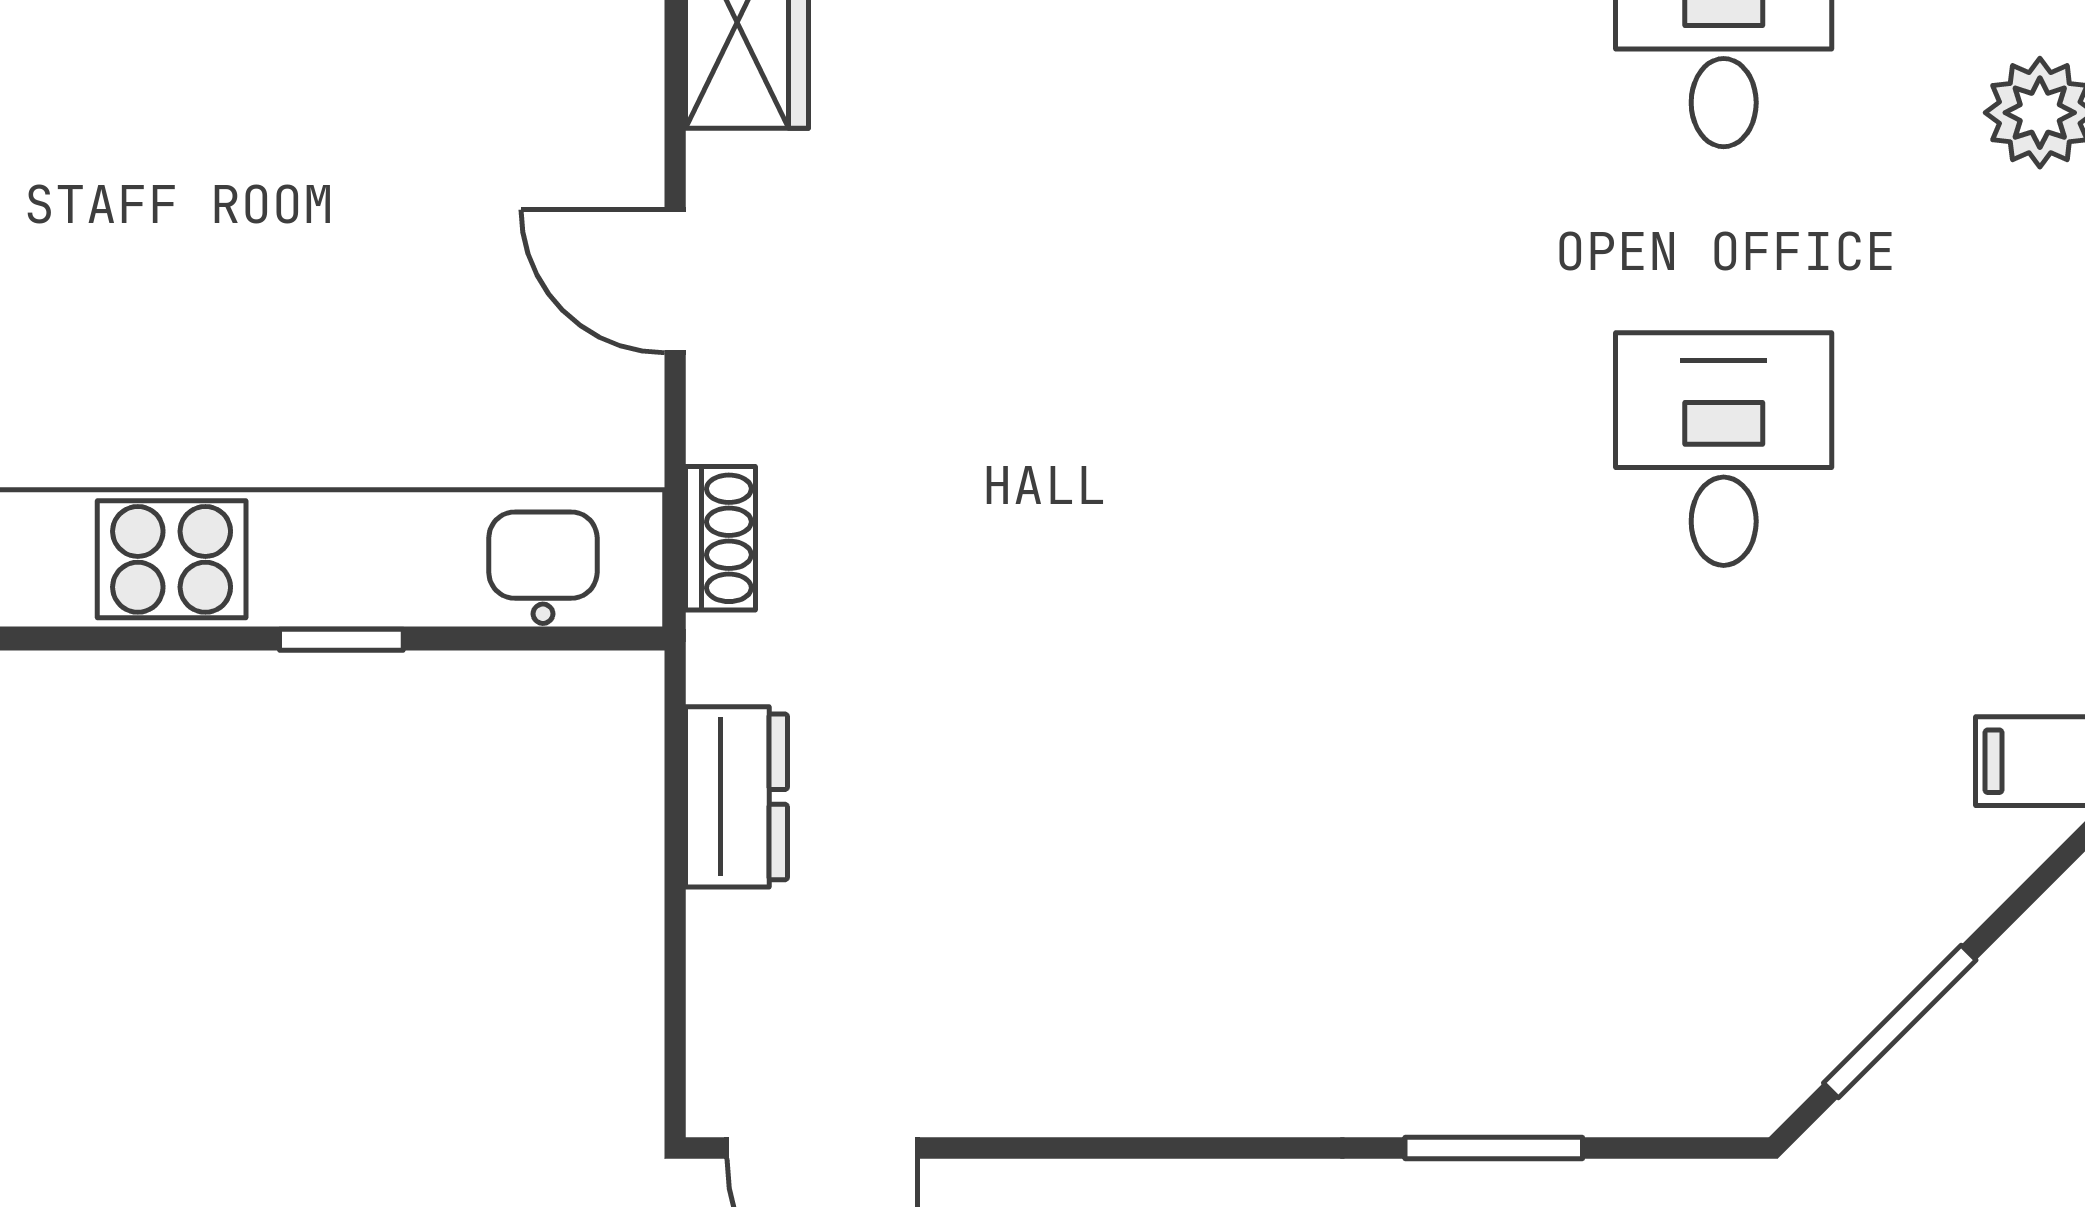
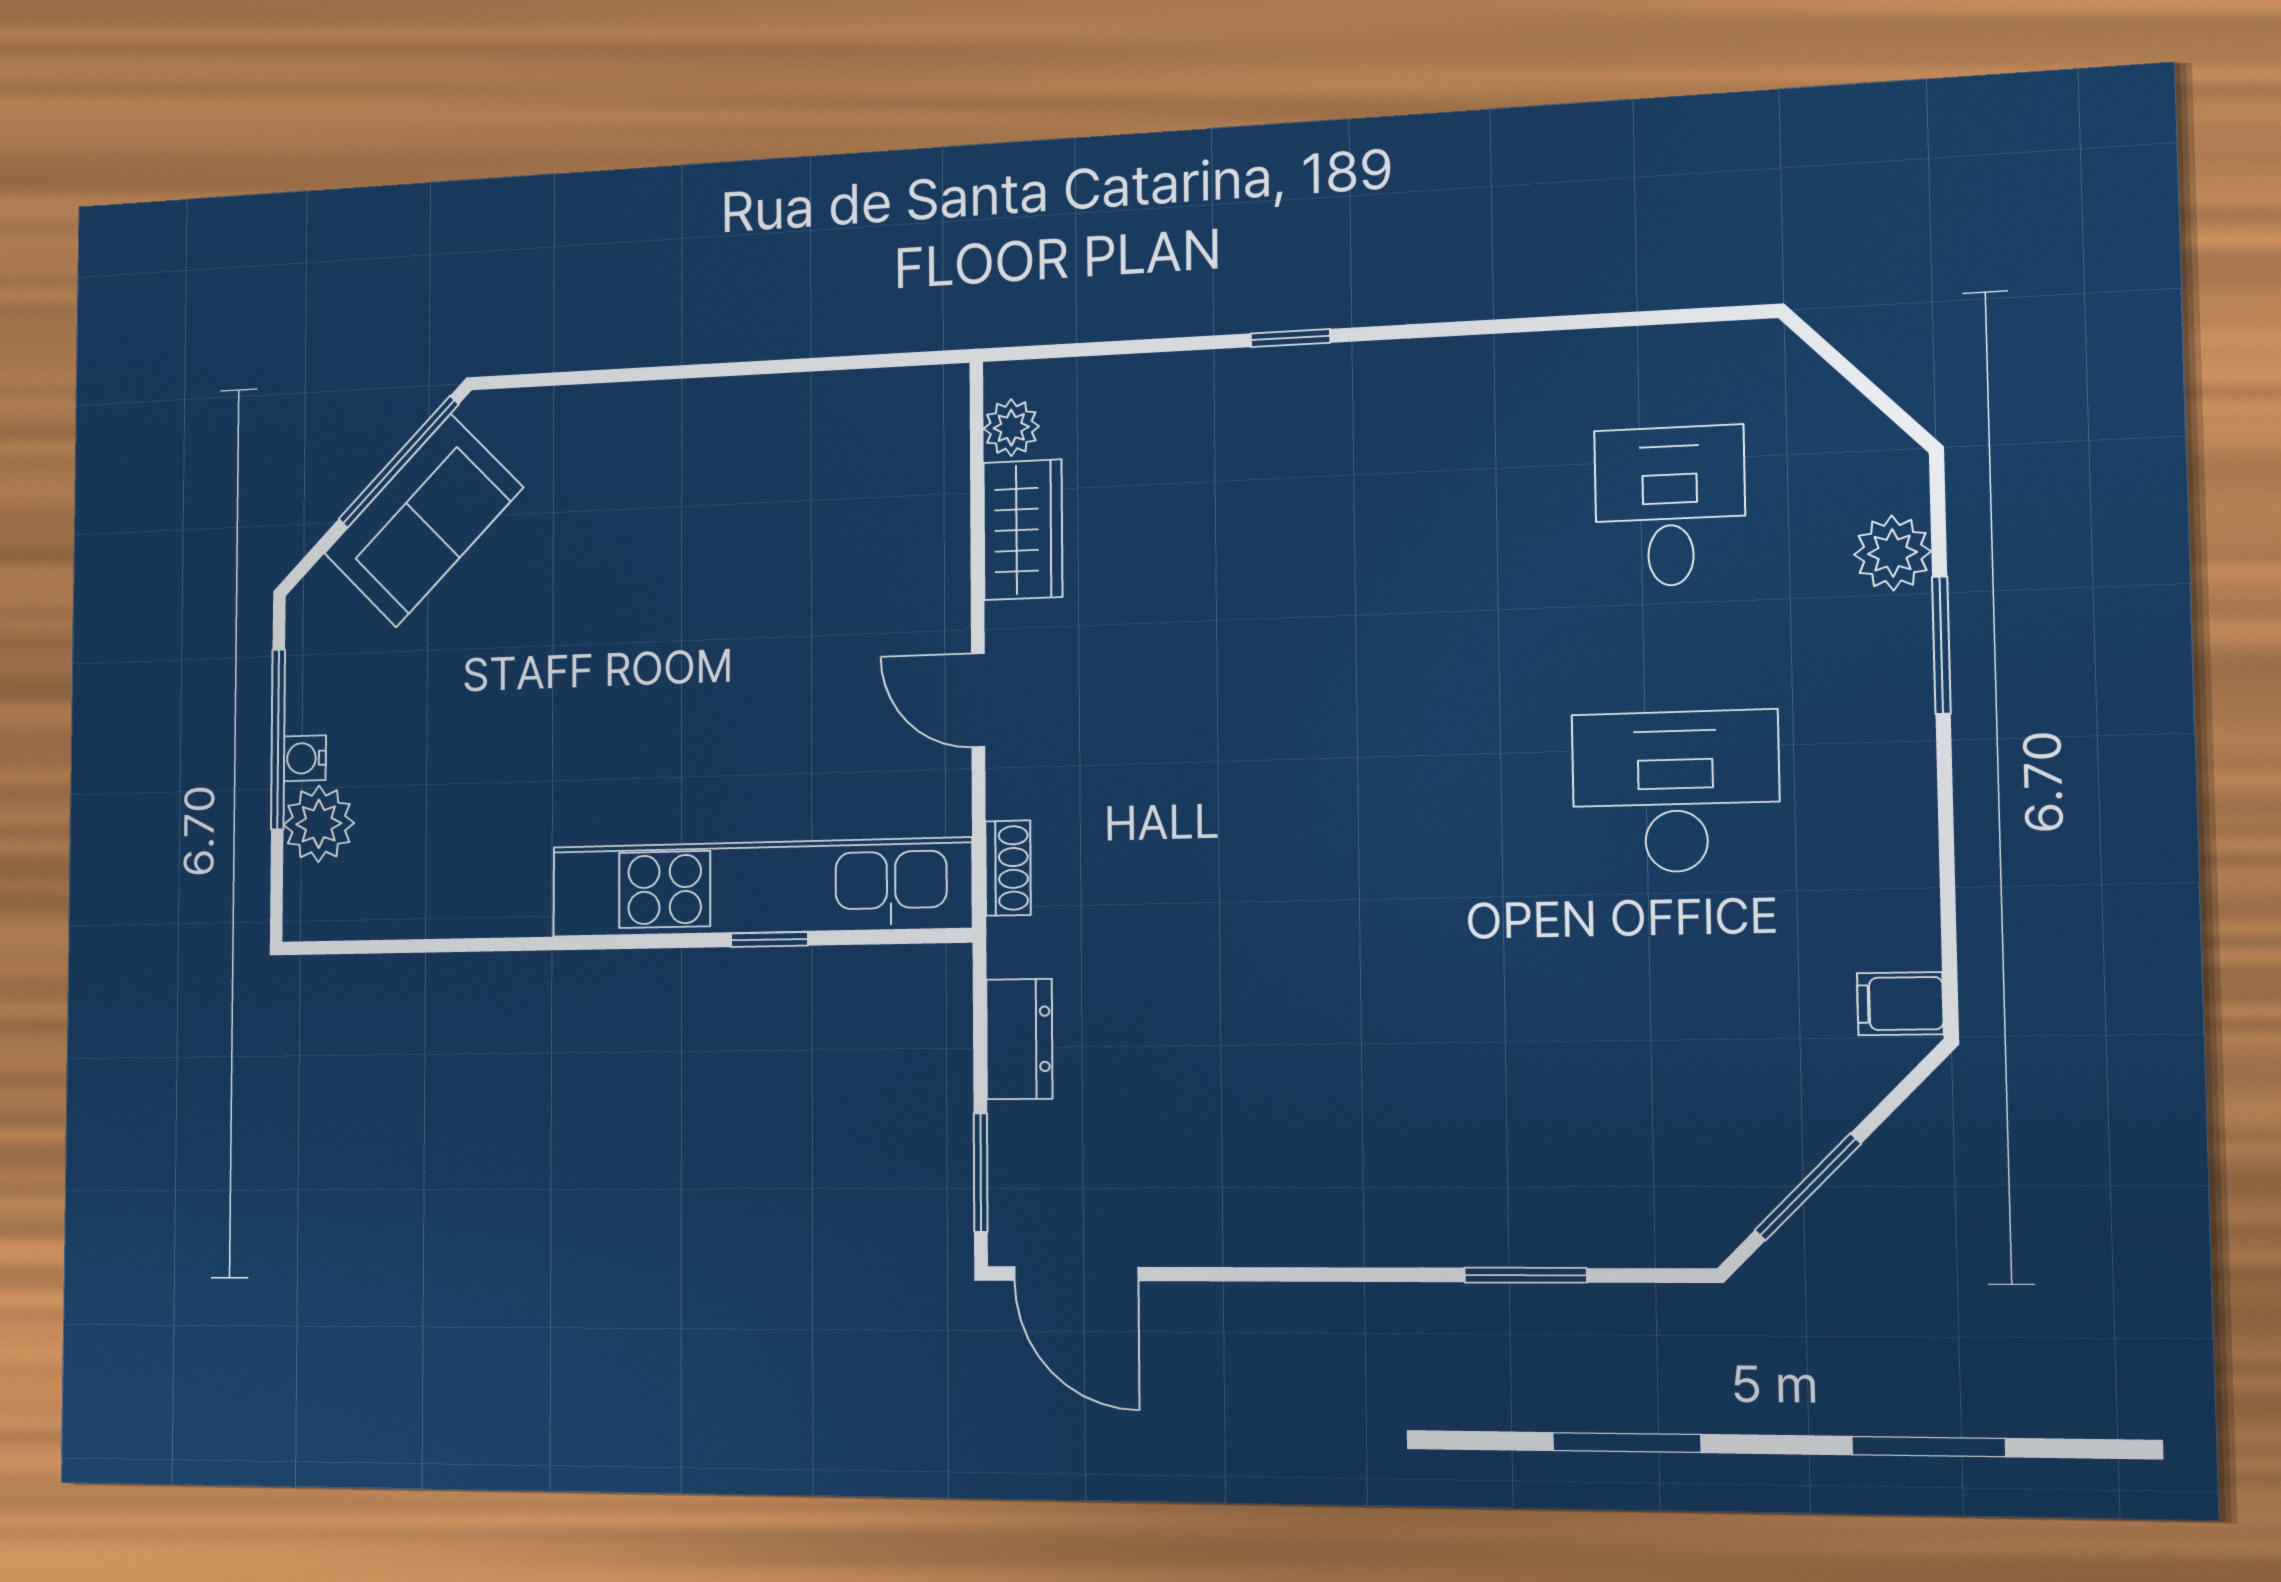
desk: (1724, 449) -> (1676, 792), width x1.37
window: (675, 997) -> (981, 1173), added

